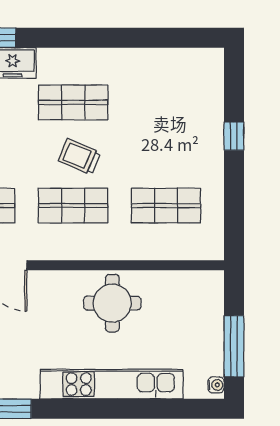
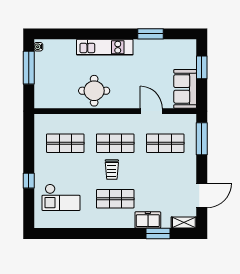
checkout: (174, 105) -> (61, 197), added
trolley: (79, 157) -> (112, 170), turned 67
kitchen unit: (112, 384) -> (105, 47), width x0.73

